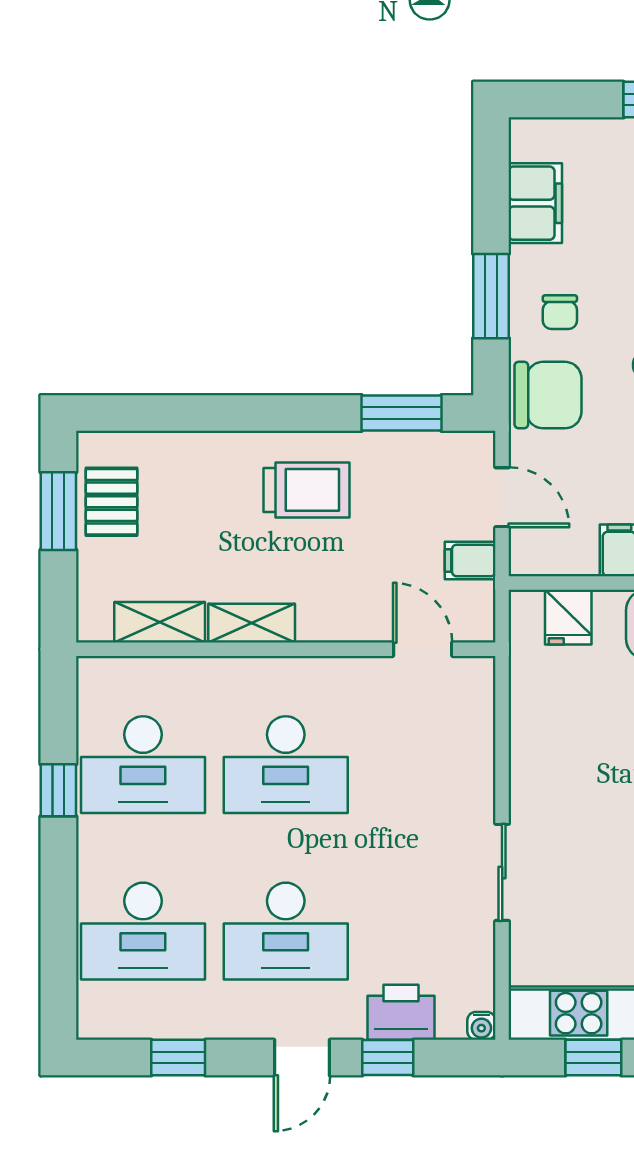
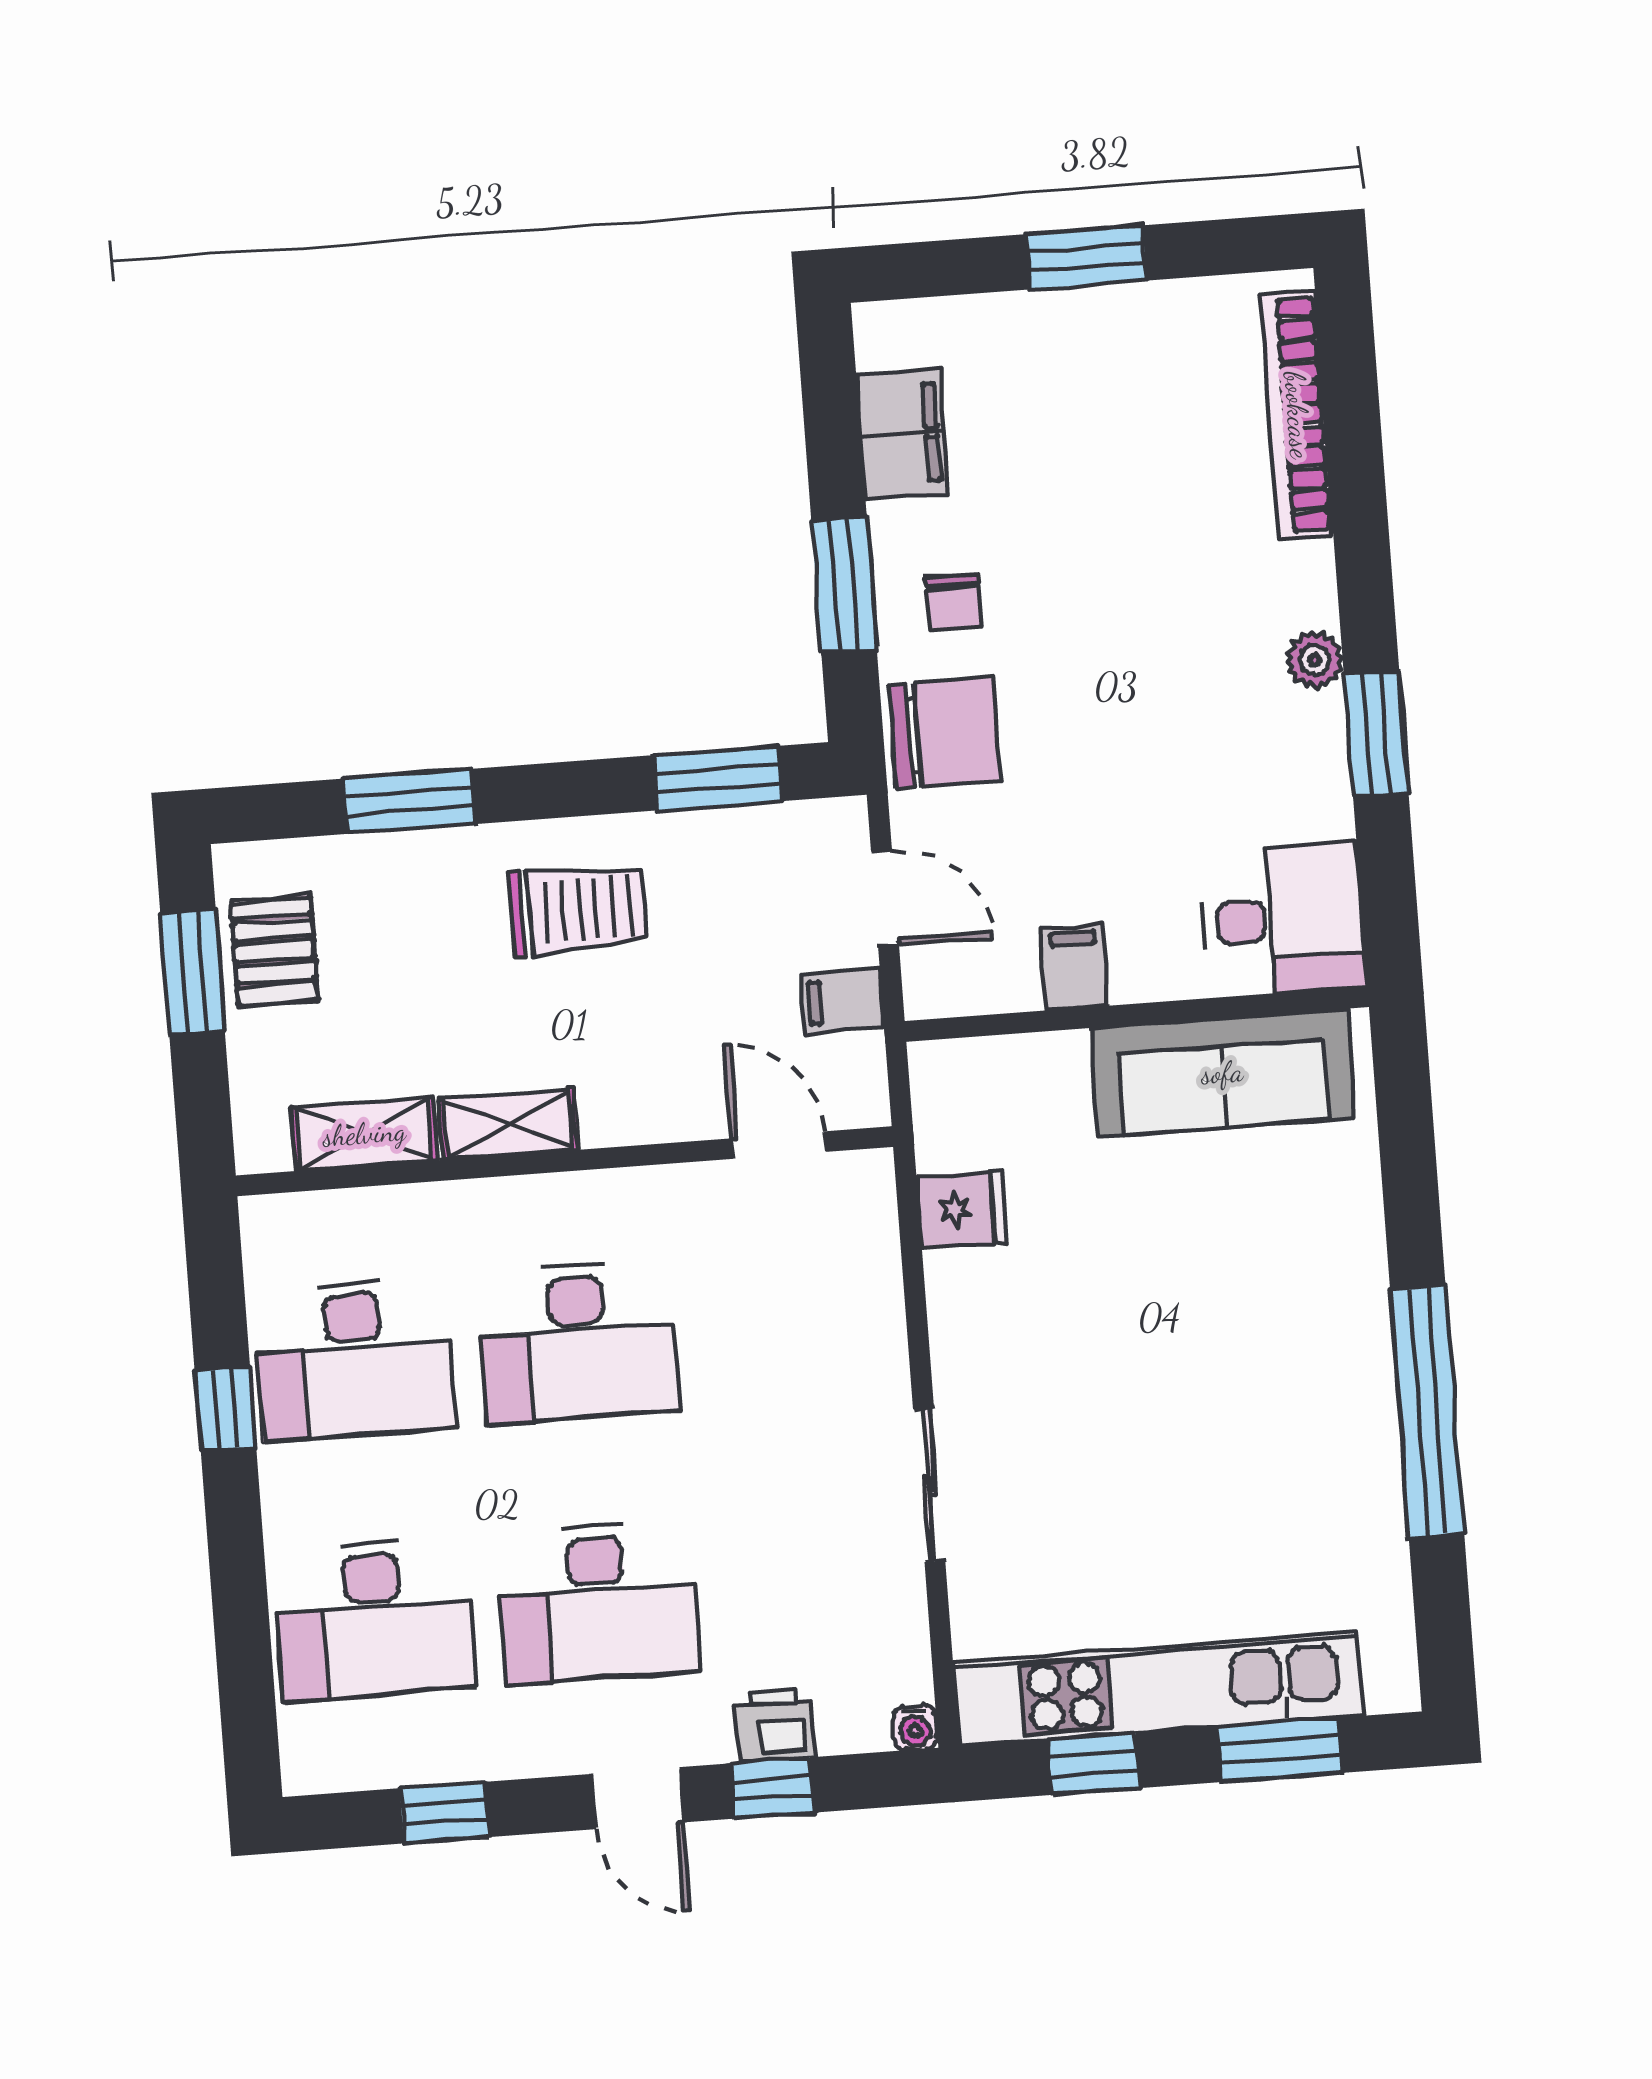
window: (204, 413) -> (409, 801), added
fridge: (568, 617) -> (962, 1209), moved, turned -90
printer: (401, 1012) -> (774, 1725), width x0.73, depth x0.81
door: (302, 1058) -> (638, 1798), hinge flipped

